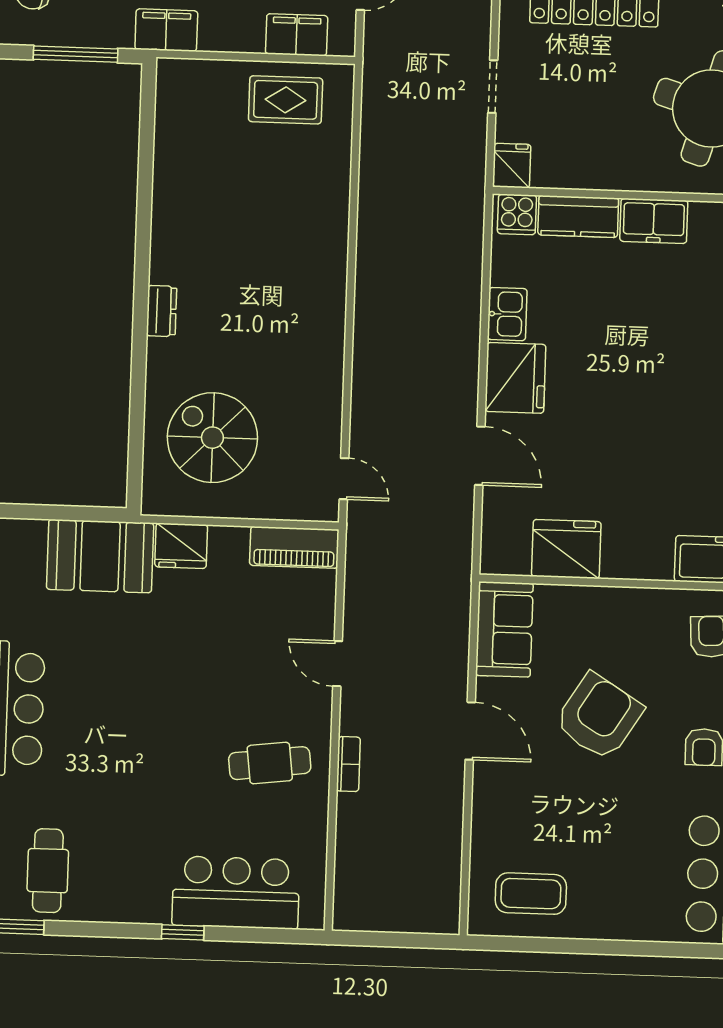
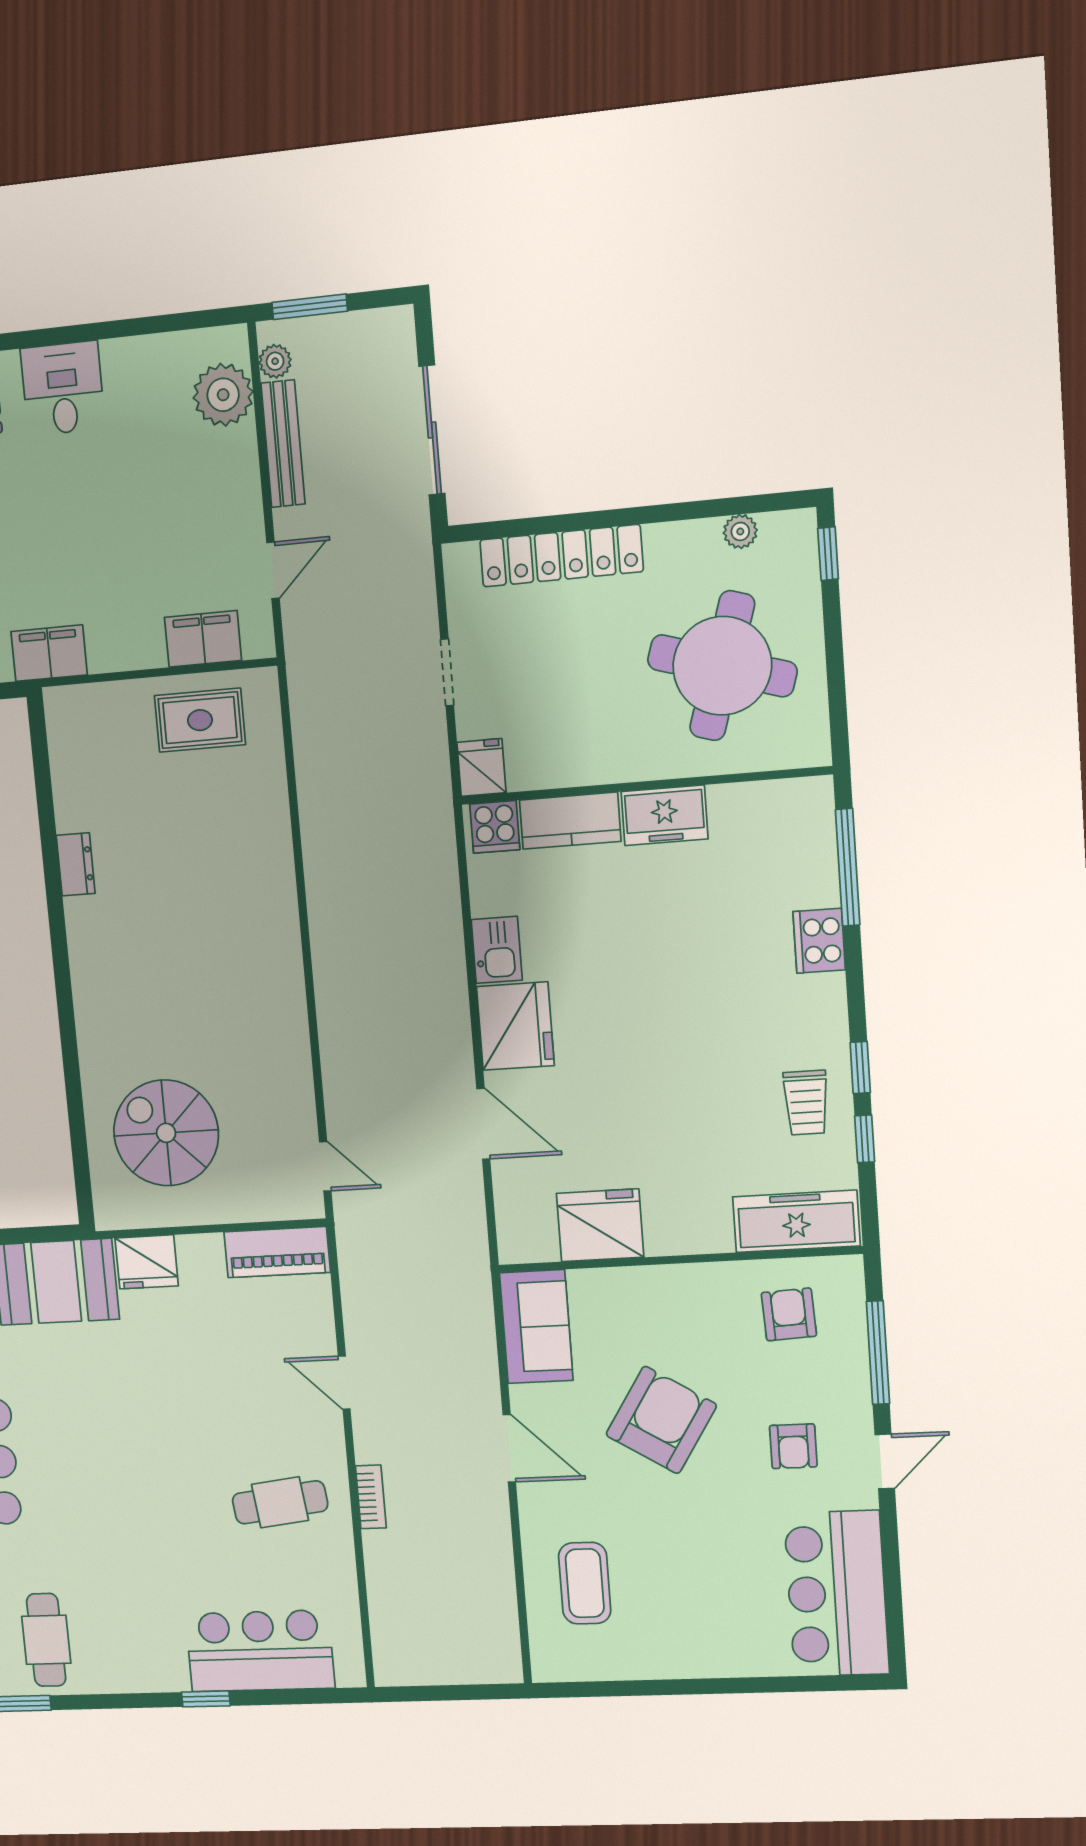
dresser: (162, 311) -> (76, 864), moved
coffee table: (531, 894) -> (585, 1583), moved, turned 90

